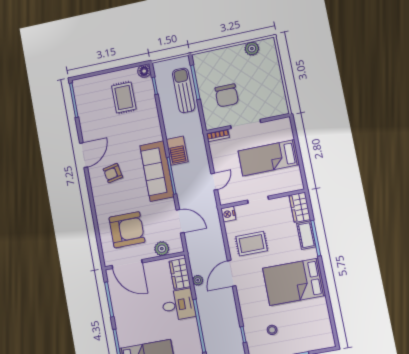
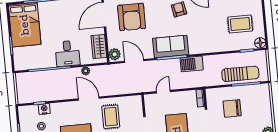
sofa: (157, 171) -> (171, 47), width x0.73
door: (214, 182) -> (163, 92), swing flipped
nightstand: (228, 214) -> (44, 109), moved
door: (180, 221) -> (134, 61), swing flipped
plant: (162, 249) -> (115, 54), moved
wardrobe: (180, 274) -> (99, 46), moved, turned -90

